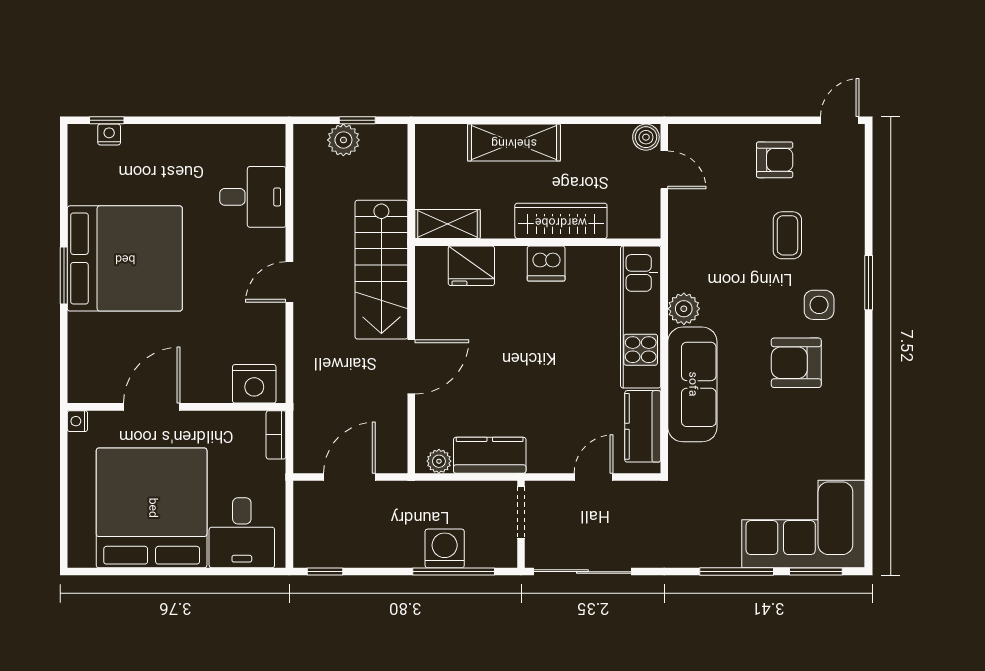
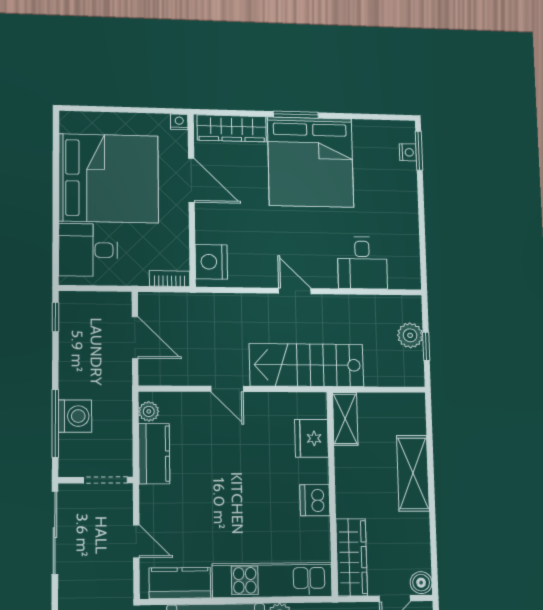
window: (107, 120) -> (419, 151), width x1.50
wardrobe: (561, 221) -> (352, 557), moved
wardrobe: (84, 356) -> (232, 128), added
door: (411, 367) -> (227, 389), width x0.73

